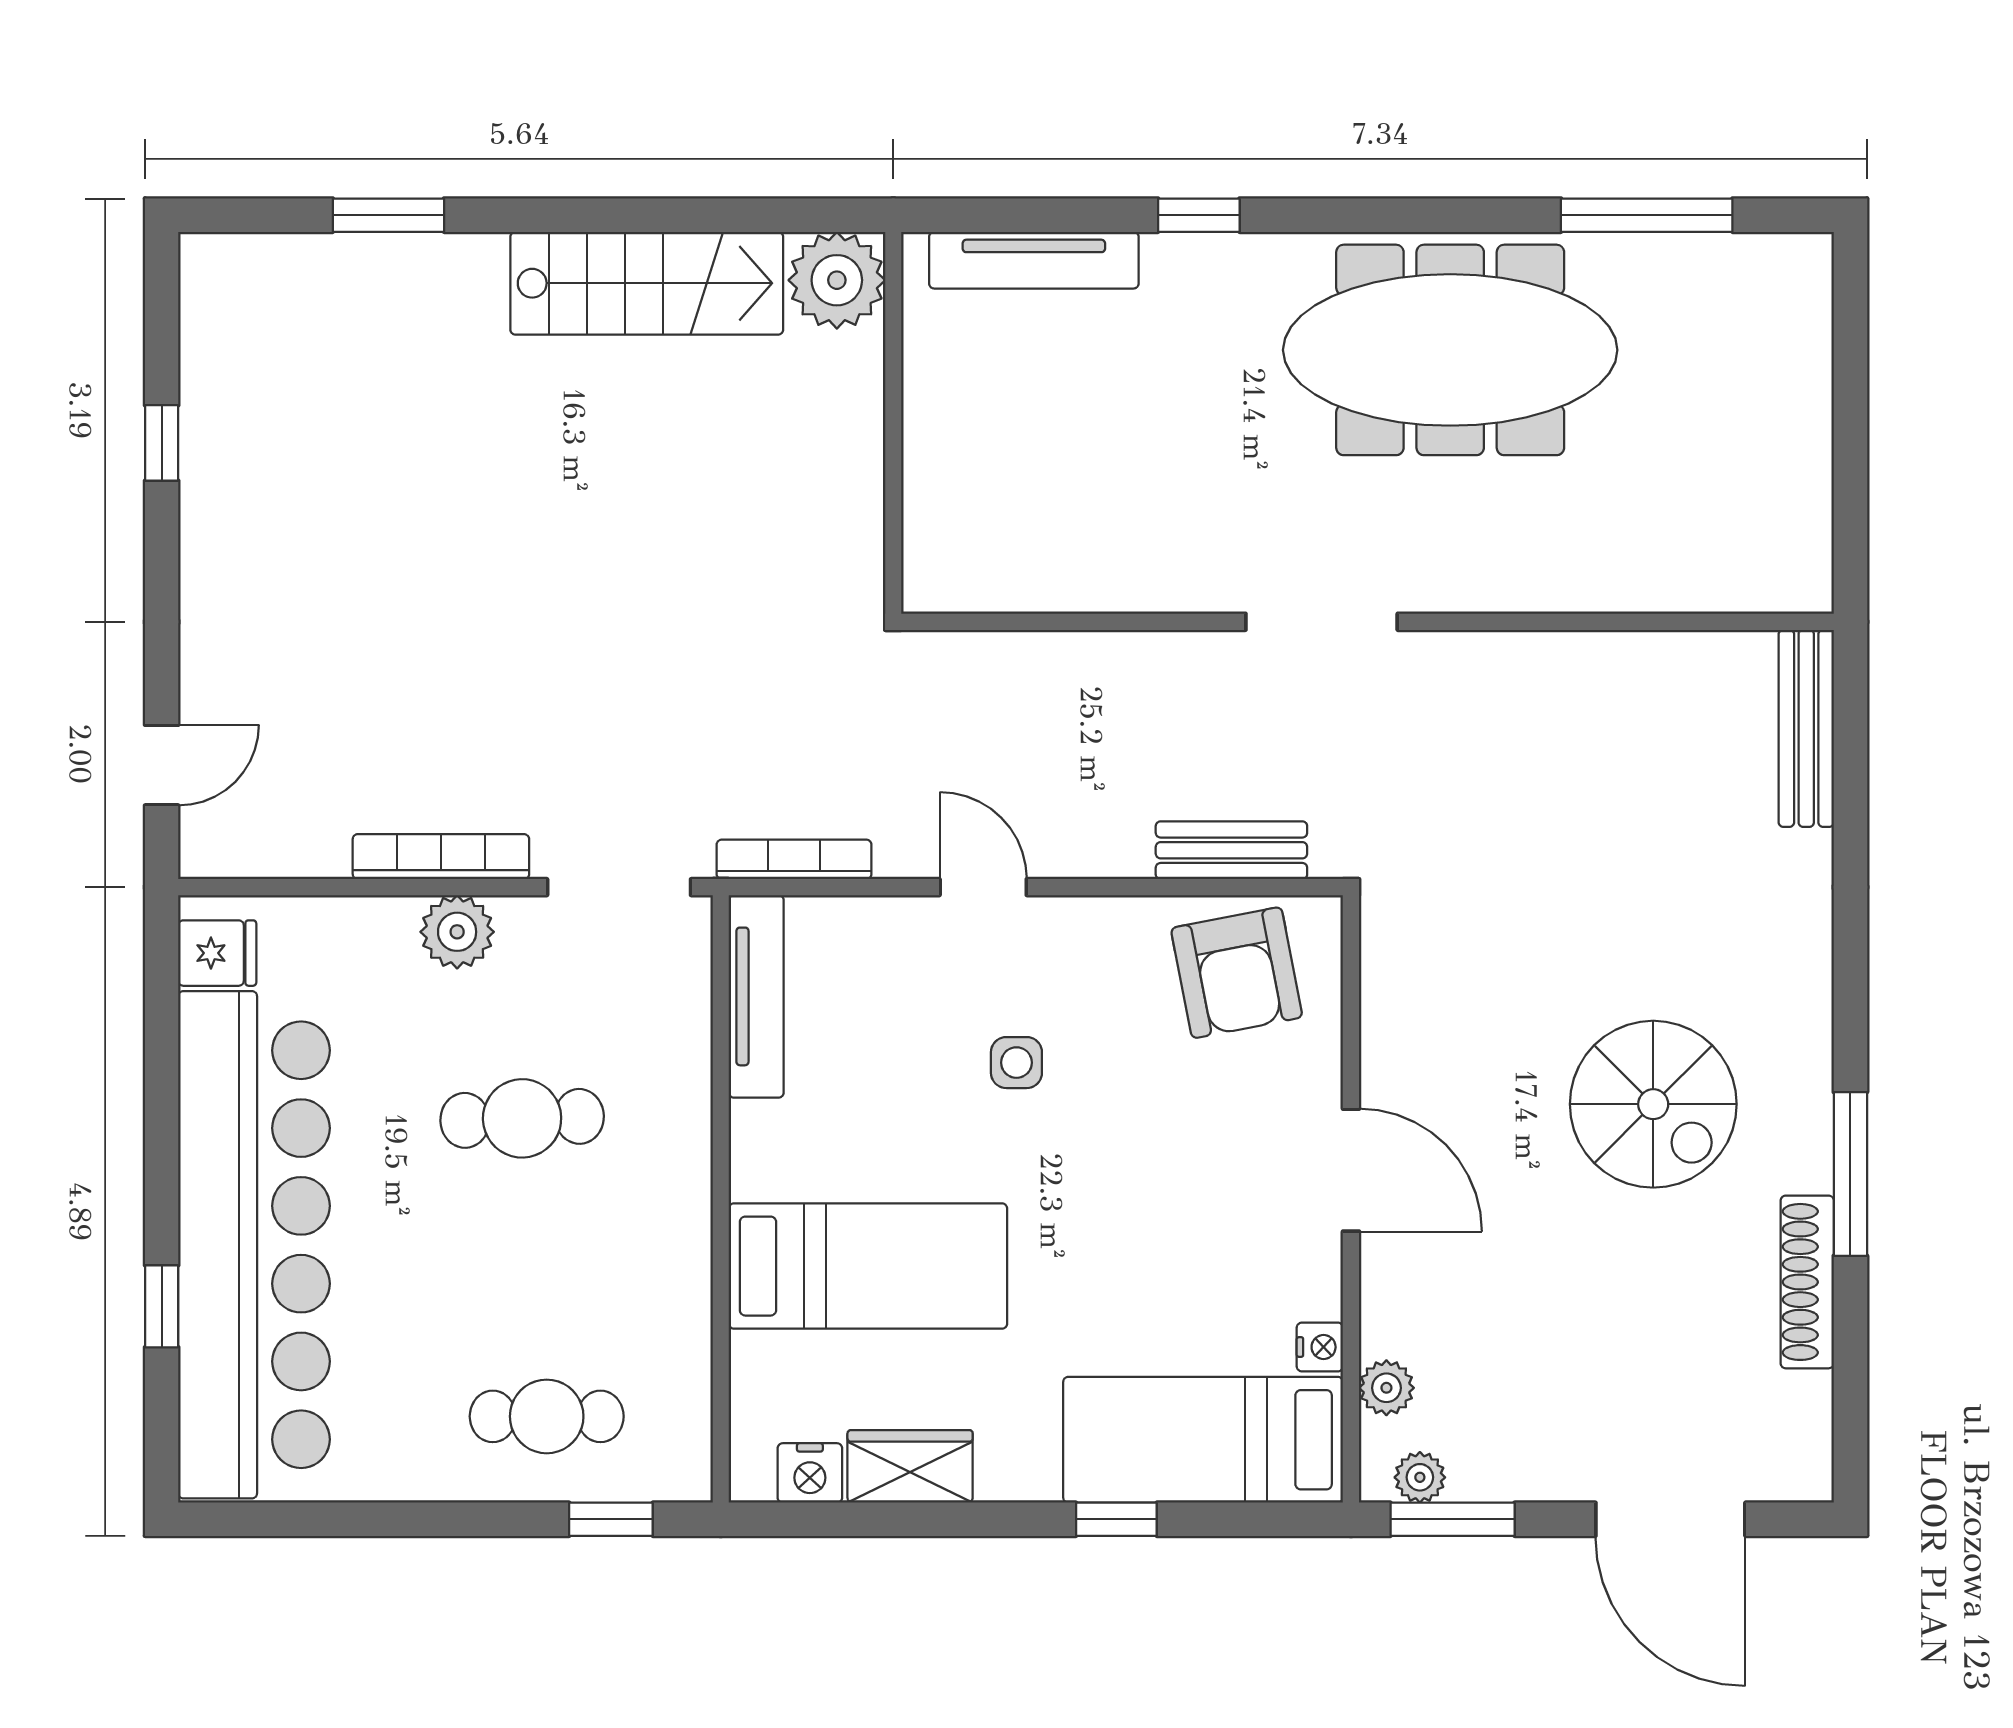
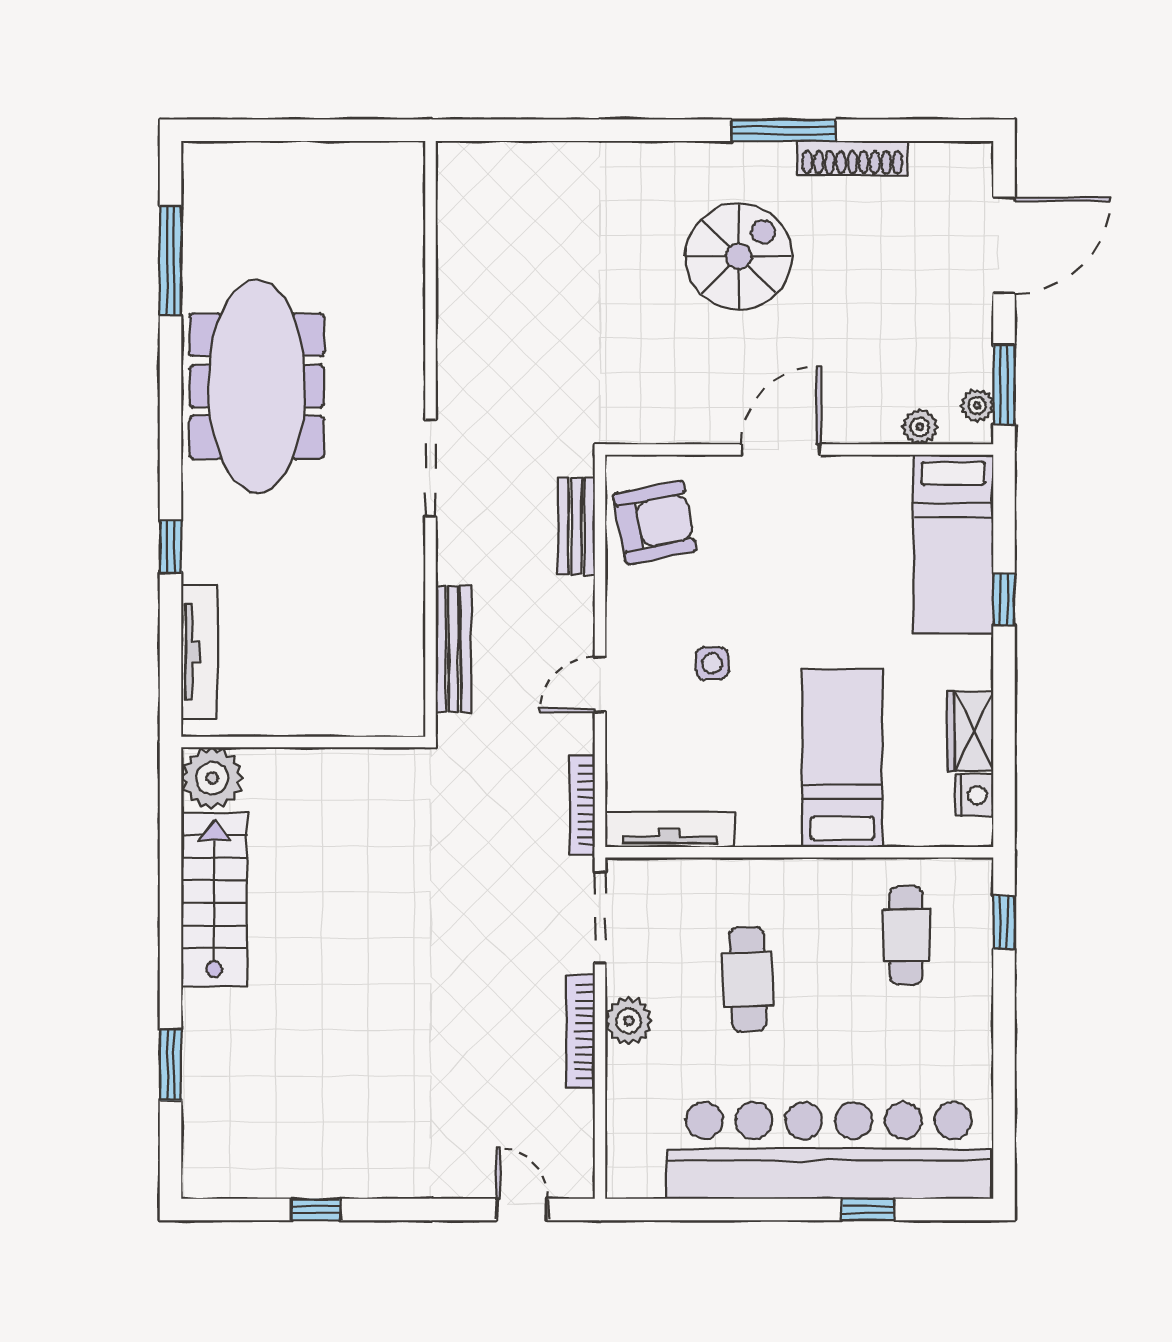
bench: (1806, 728) -> (453, 649), moved, turned 90
fridge: (217, 953) -> (642, 1174), removed
nightstand: (1320, 1347) -> (894, 469), removed
cafe table: (547, 1416) -> (906, 935), moved

